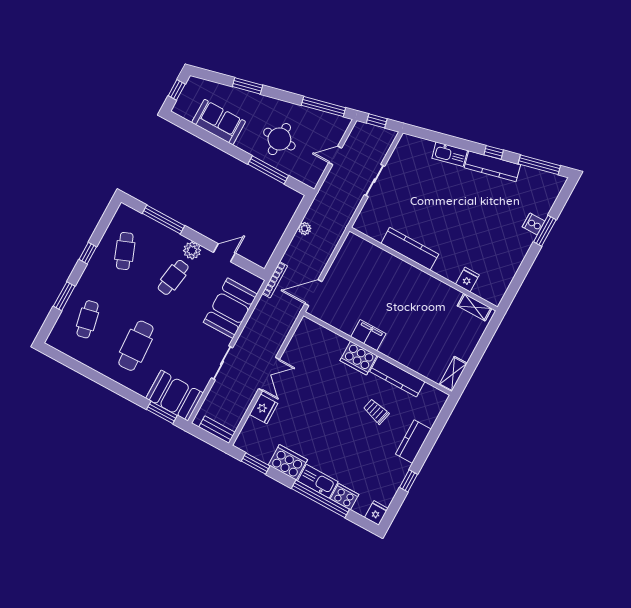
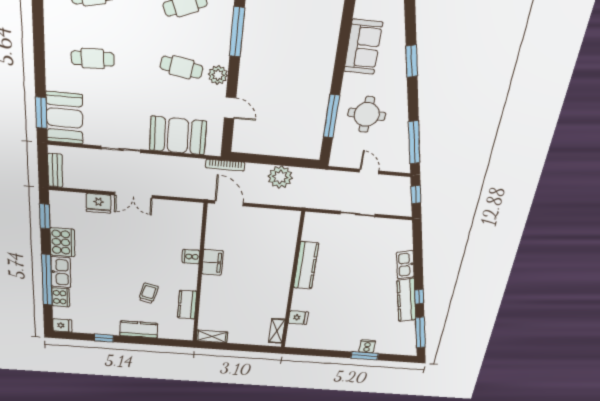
plant: (305, 229) -> (280, 177), width x1.87, depth x1.87
cafe table: (136, 346) -> (93, 59), width x0.73, depth x0.74
cooker: (358, 358) -> (191, 257), width x0.53, depth x0.76
kitchen counter: (397, 377) -> (187, 305), width x0.67

